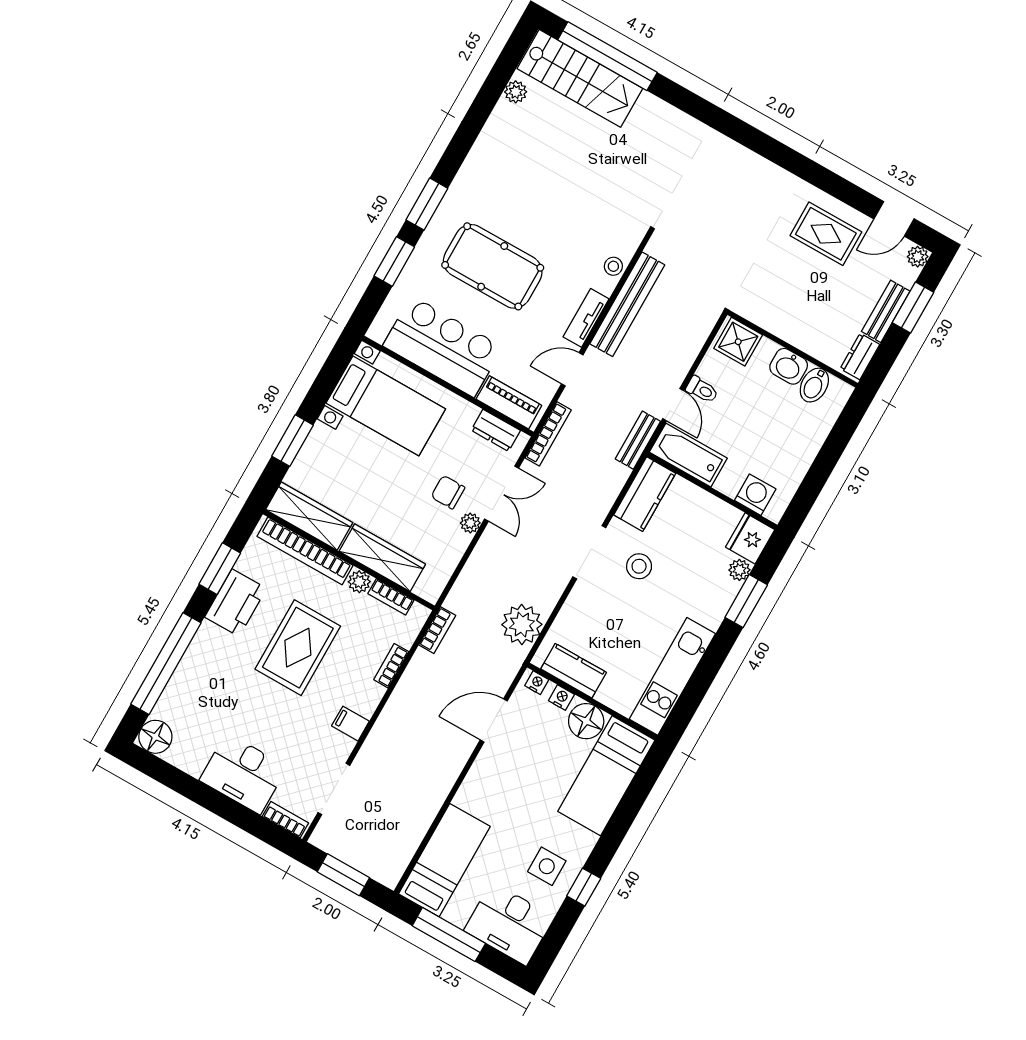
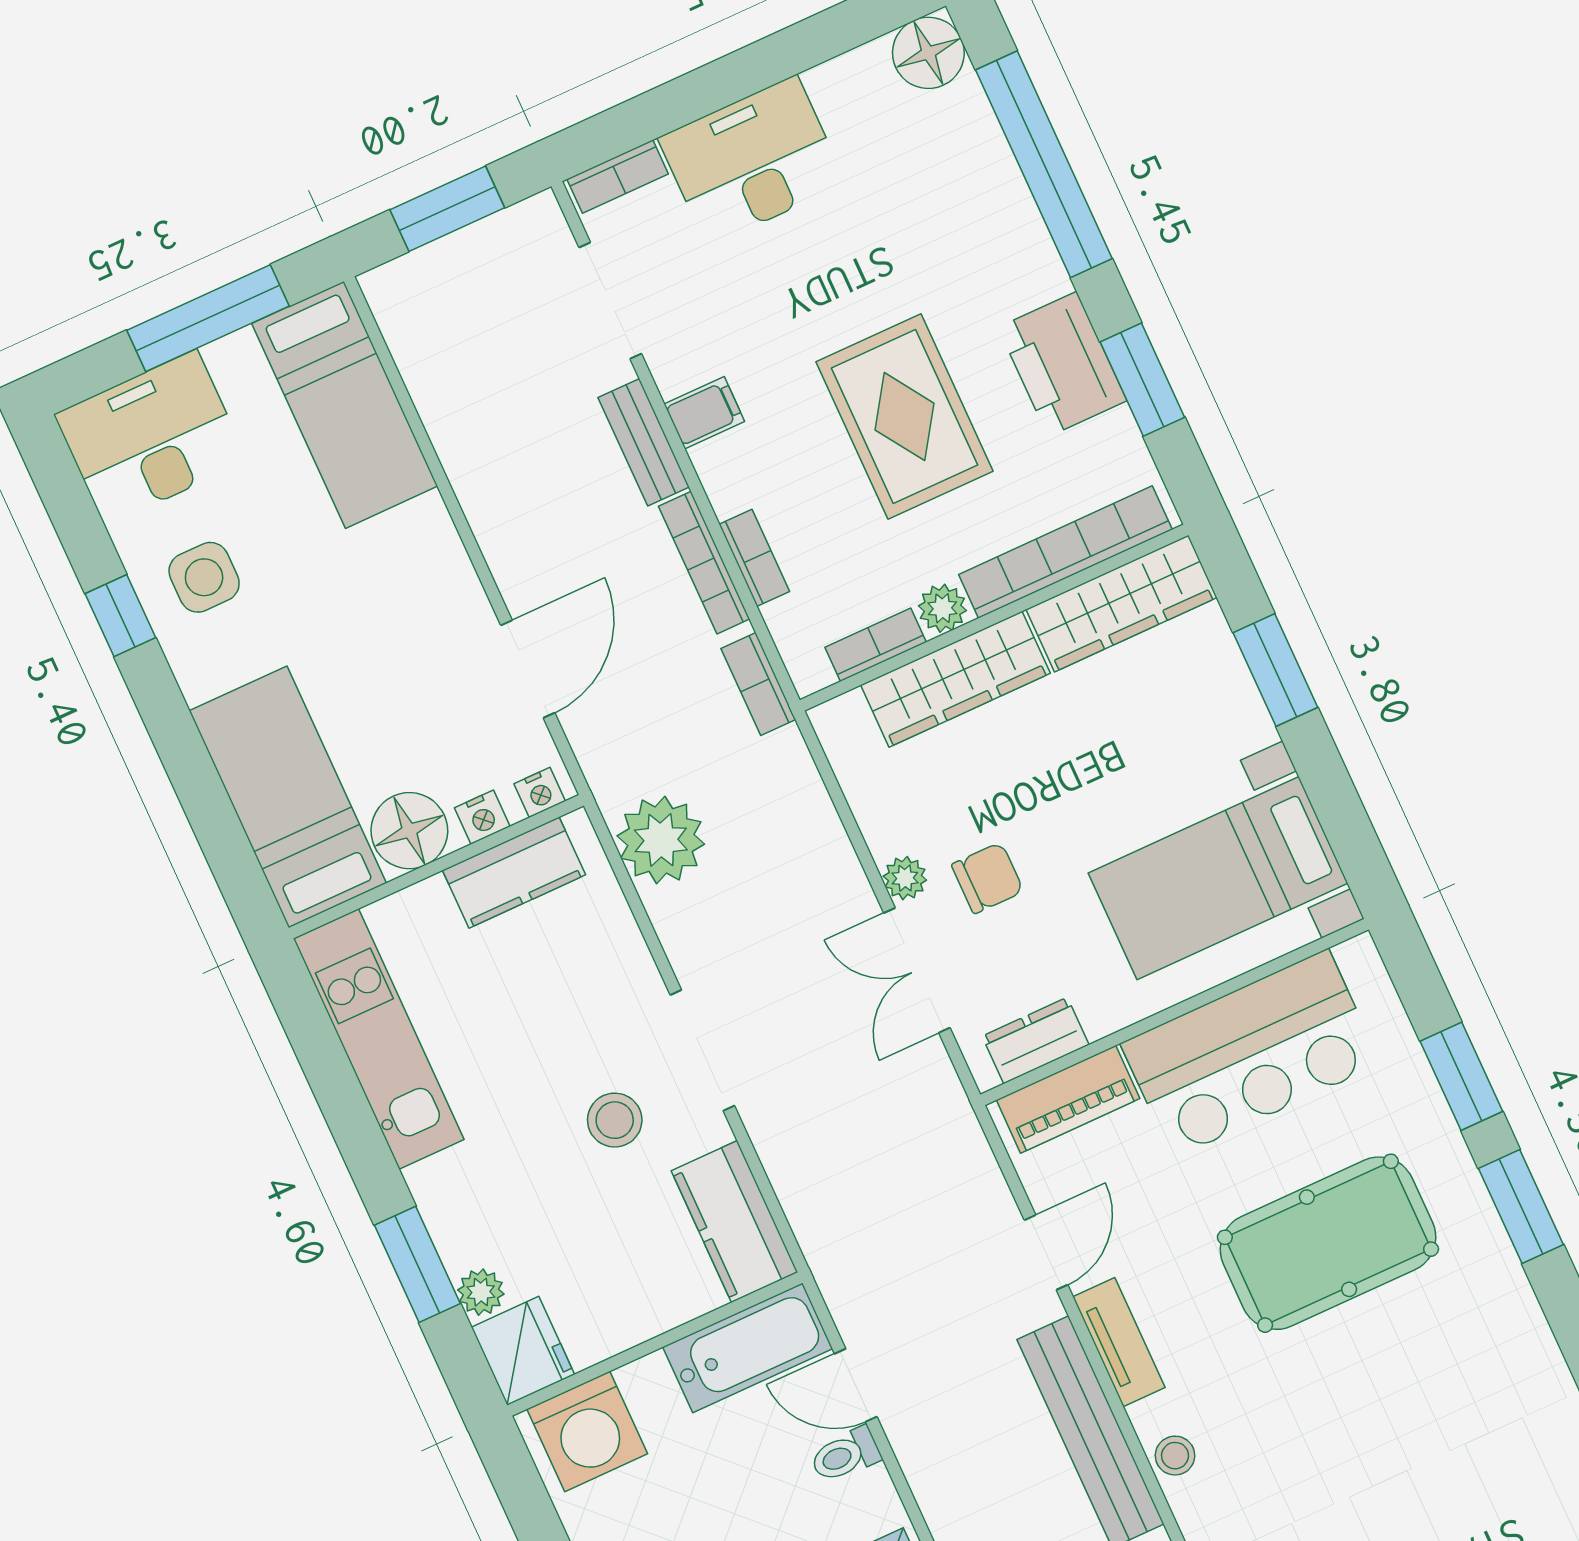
bookcase: (548, 434) -> (704, 563), moved
bench: (638, 440) -> (644, 442), moved
washing machine: (755, 495) -> (587, 1431), width x1.37, depth x1.37

